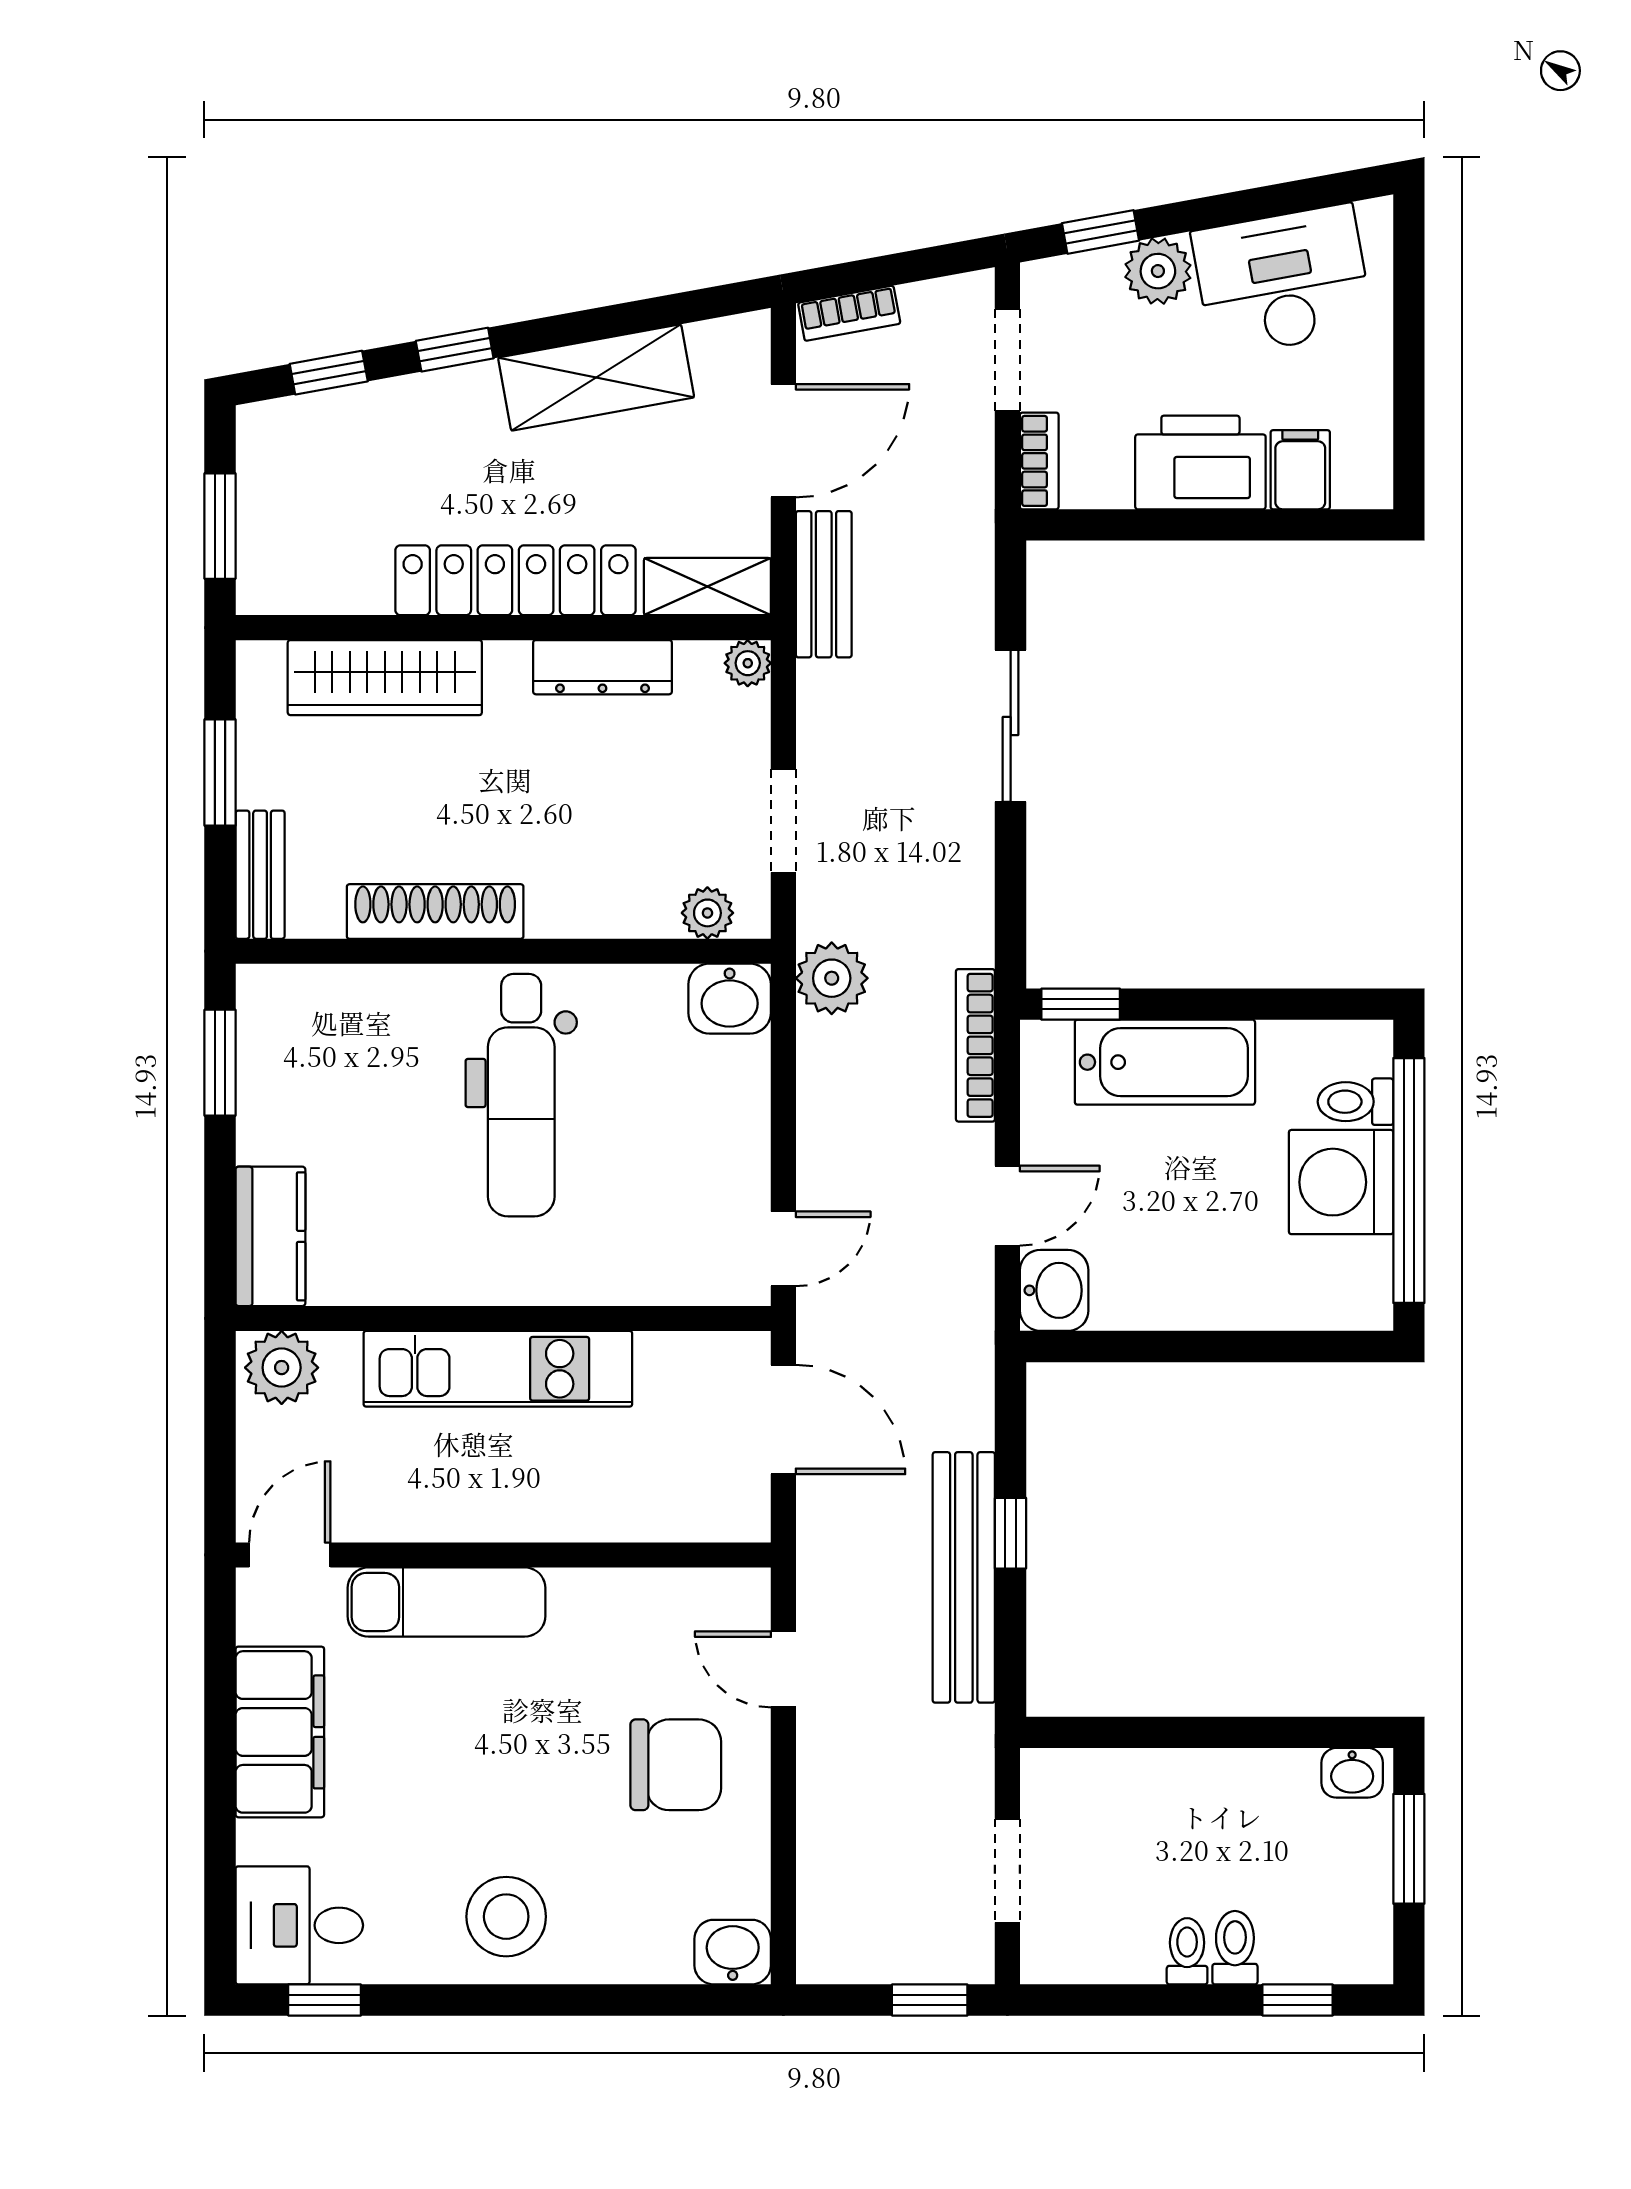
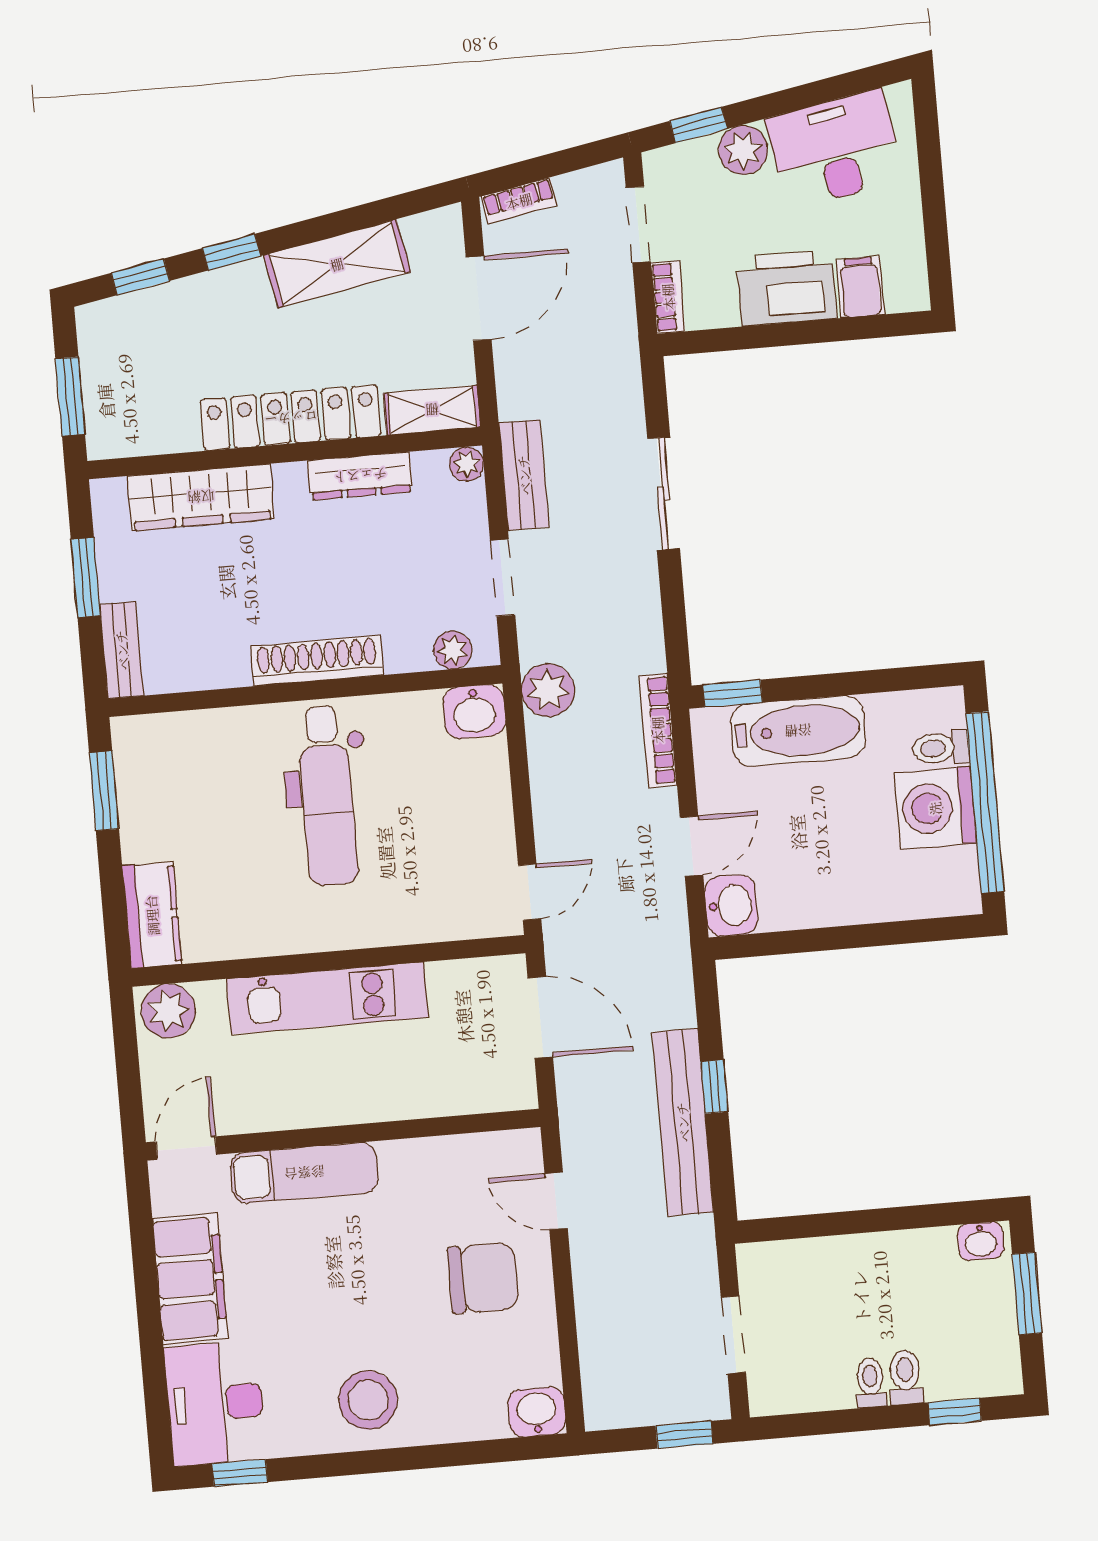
bench: (824, 584) -> (524, 475), moved
shoe rack: (435, 912) -> (317, 661), moved
desk: (299, 1925) -> (215, 1403), width x1.37

